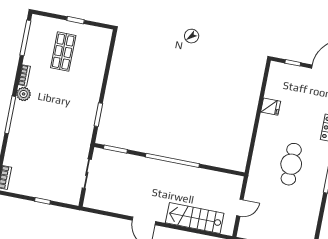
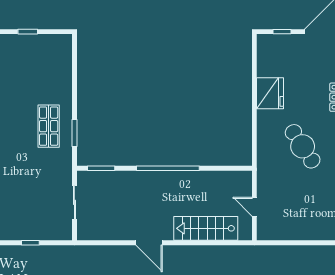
shop shelf: (63, 52) -> (49, 126), moved
fridge: (271, 107) -> (270, 93), width x1.88, depth x1.34
cafe table: (291, 164) -> (303, 146), turned -33
door: (240, 208) -> (254, 207), swing flipped

